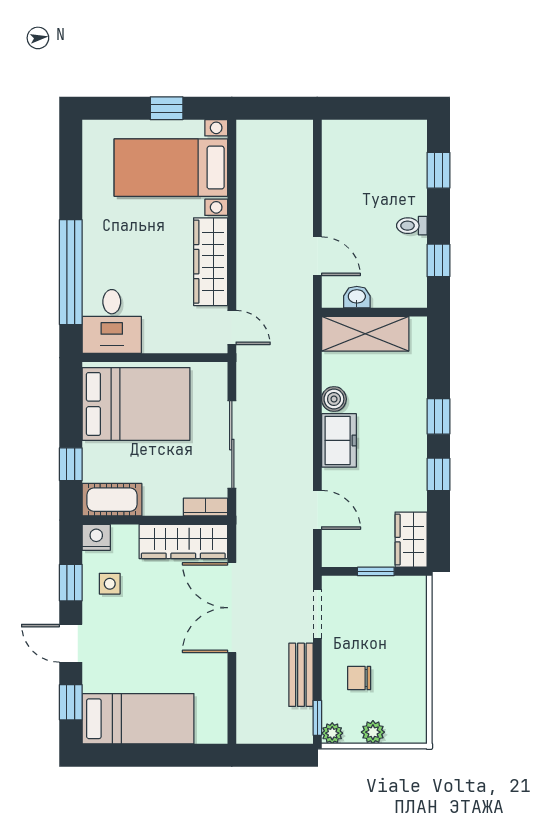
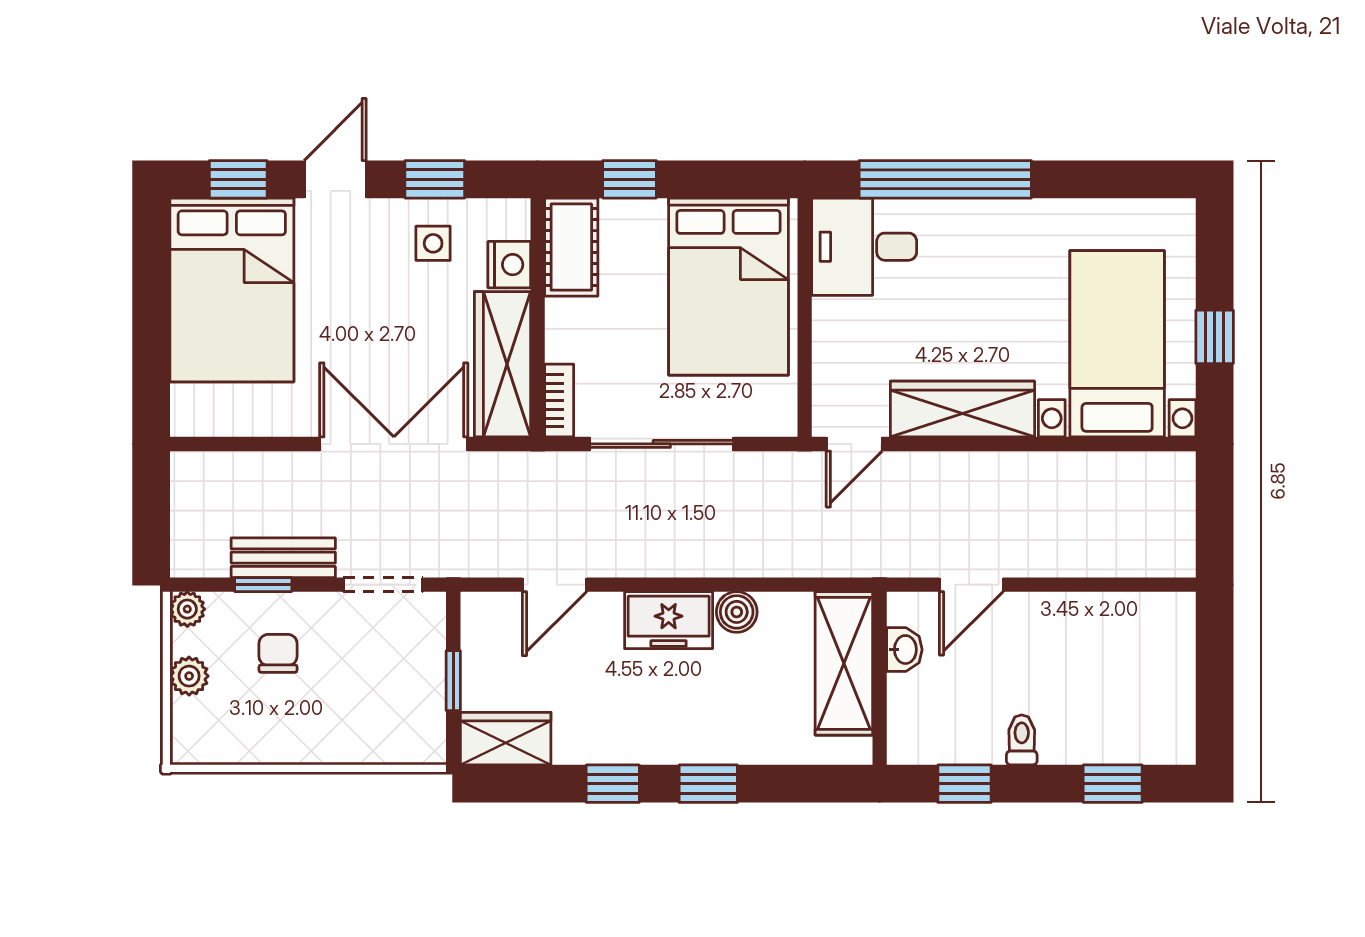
nightstand: (96, 537) -> (509, 265), moved
window: (317, 718) -> (263, 585), moved
bed: (138, 719) -> (232, 290), width x1.50

